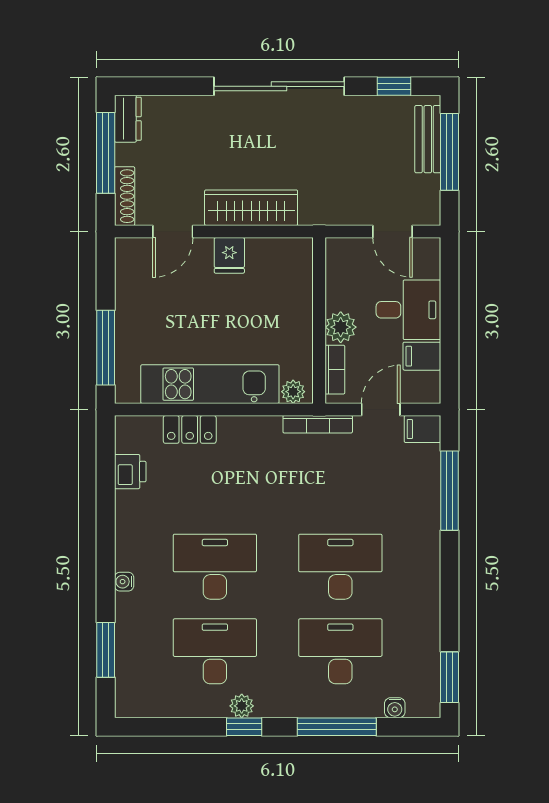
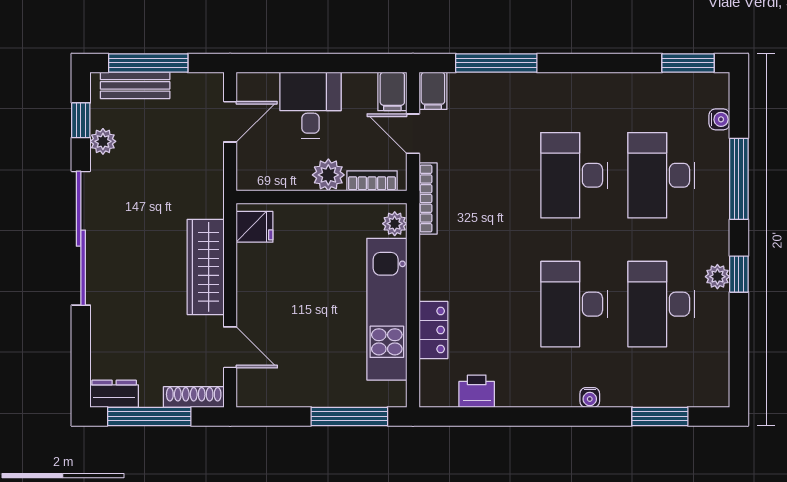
plant: (373, 108) -> (103, 141), added
fridge: (229, 255) -> (255, 227), moved
filing cabinet: (422, 356) -> (392, 91), moved

